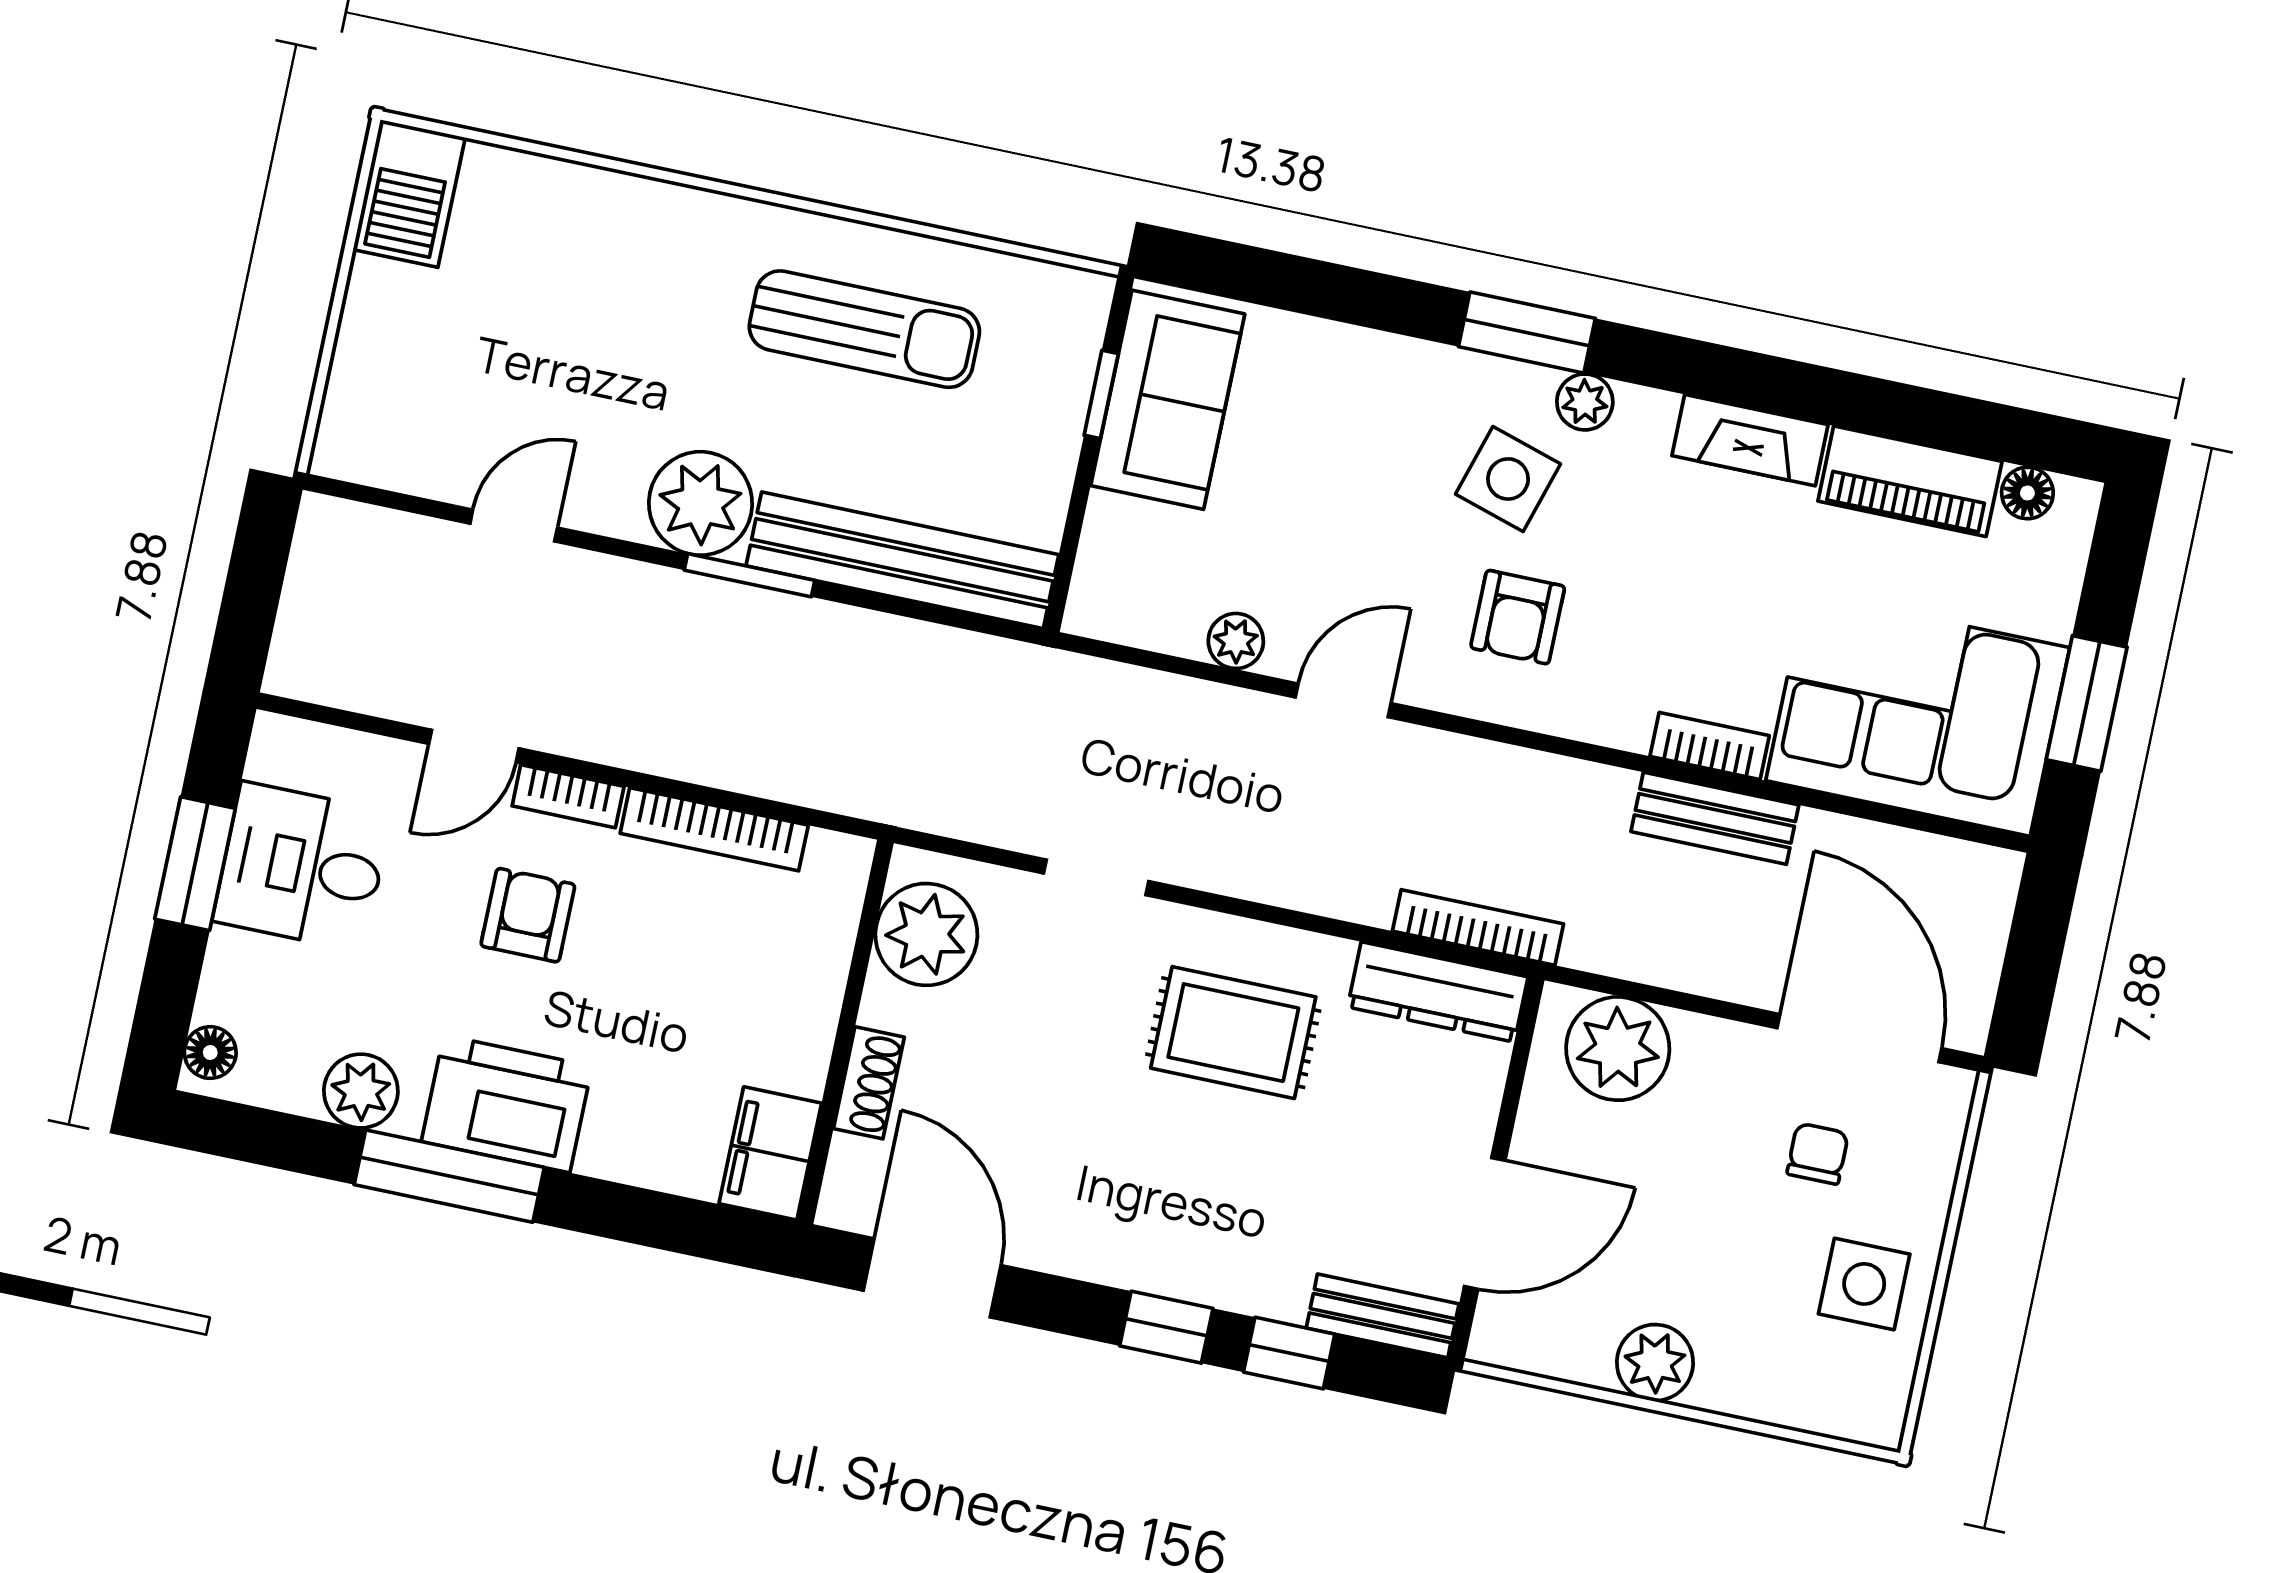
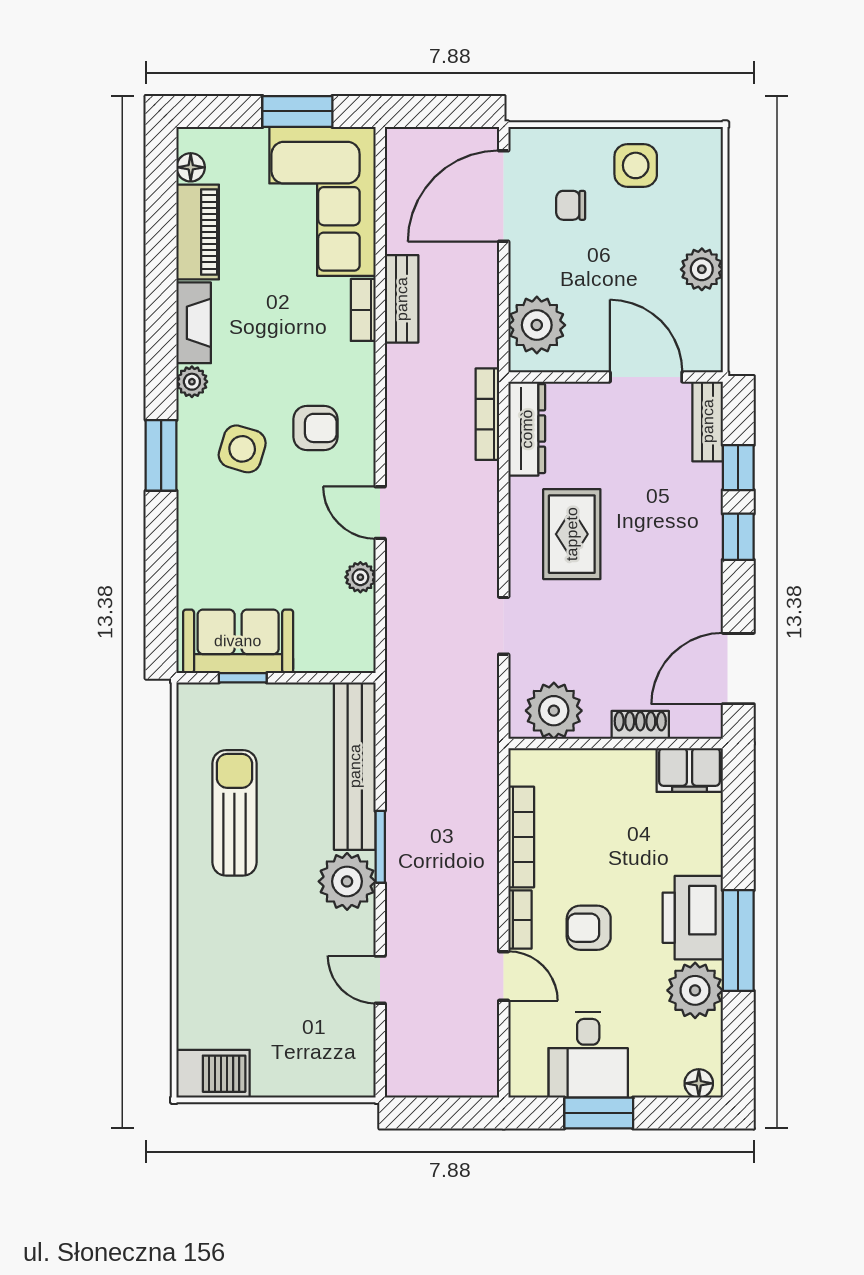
plant: (1585, 402) -> (192, 382), moved
plant: (361, 1091) -> (695, 990), width x1.36, depth x1.36

